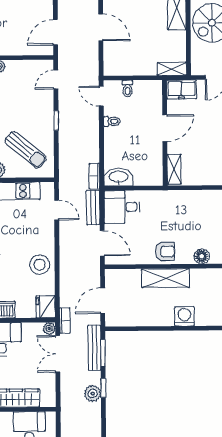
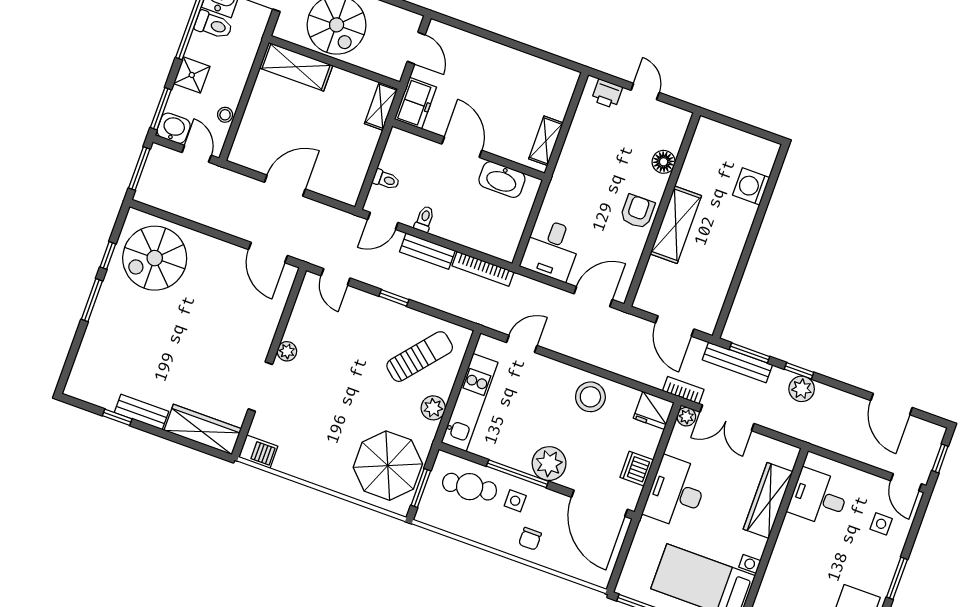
shelving: (174, 169) -> (546, 141), moved, turned 90
bookcase: (94, 176) -> (483, 269), width x1.56
washbasin: (119, 177) -> (502, 180), moved, turned -90
bench: (93, 207) -> (427, 251), moved
washing machine: (185, 316) -> (751, 186), moved

